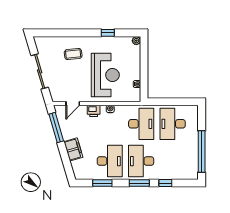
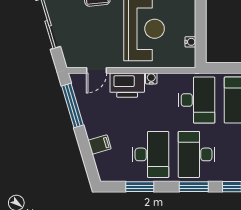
printer: (94, 111) -> (127, 85), width x1.87, depth x1.48
filing cabinet: (73, 149) -> (100, 145), width x0.50

